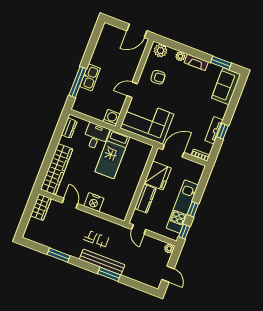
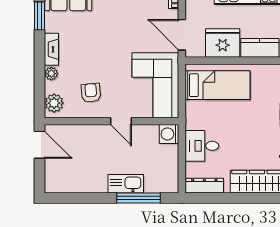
dresser: (69, 128) -> (204, 186), width x1.44
bed: (112, 154) -> (217, 85), moved

